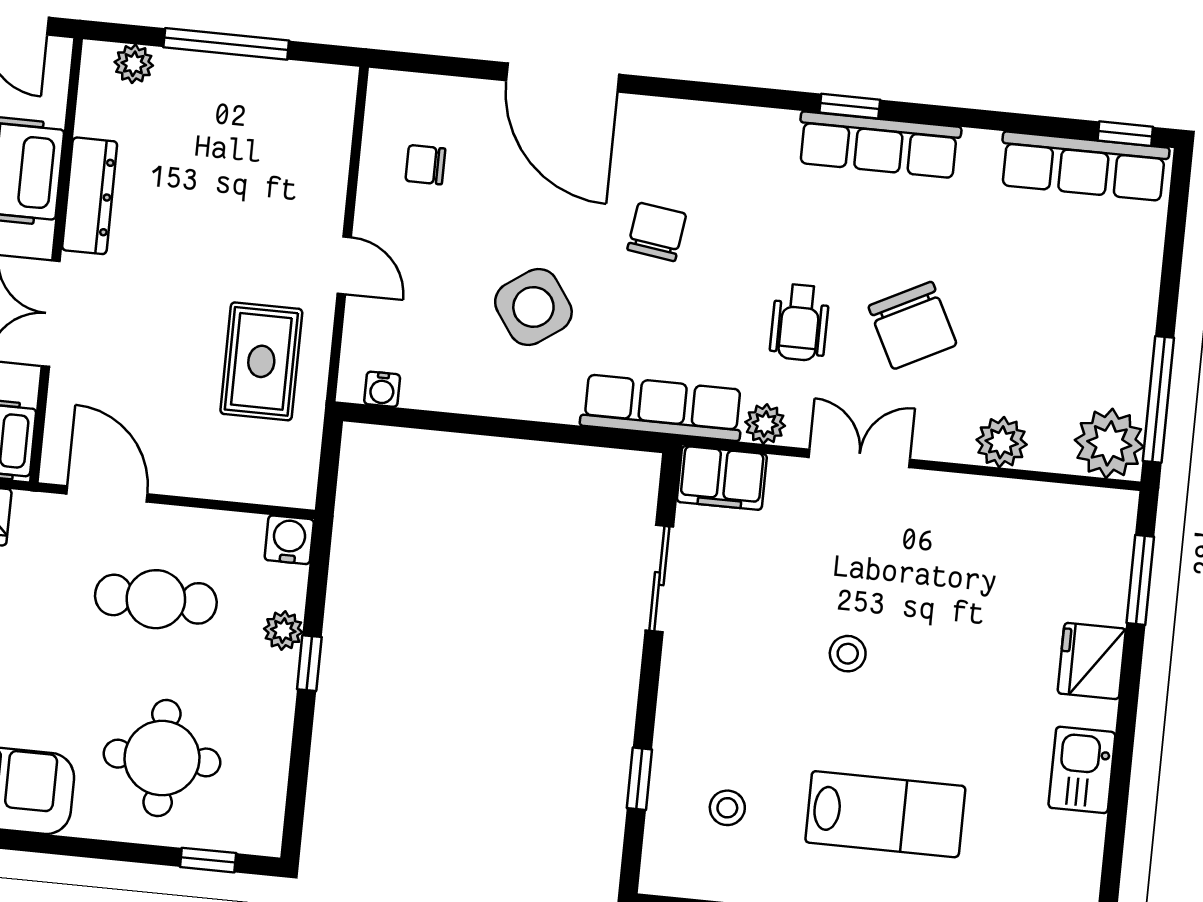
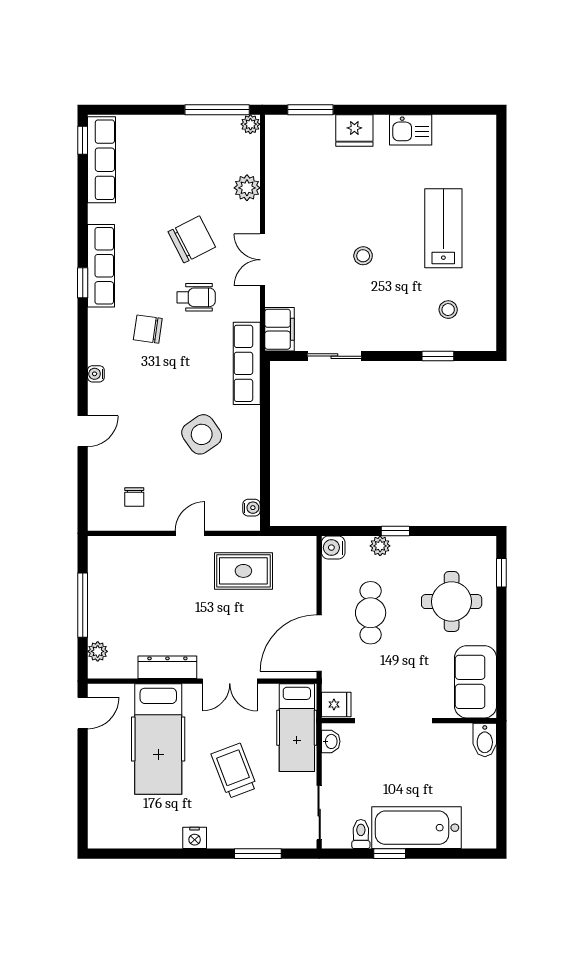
door: (563, 77) -> (83, 431), width x0.53
water cooler: (671, 114) -> (96, 374), added
chair: (657, 232) -> (148, 329), moved
plant: (765, 424) -> (250, 310), removed
plant: (1109, 443) -> (250, 124), width x0.53, depth x0.53
door: (107, 494) -> (319, 643), width x1.36

